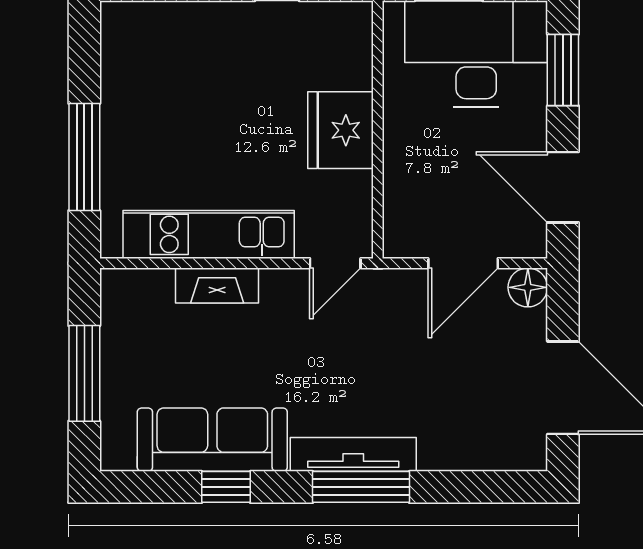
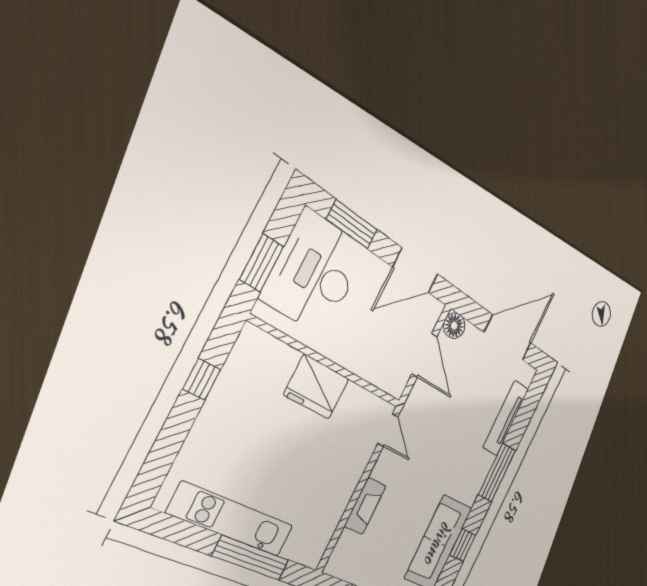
kitchen unit: (209, 234) -> (232, 520), moved, turned 90
tv unit: (353, 454) -> (506, 418), moved

